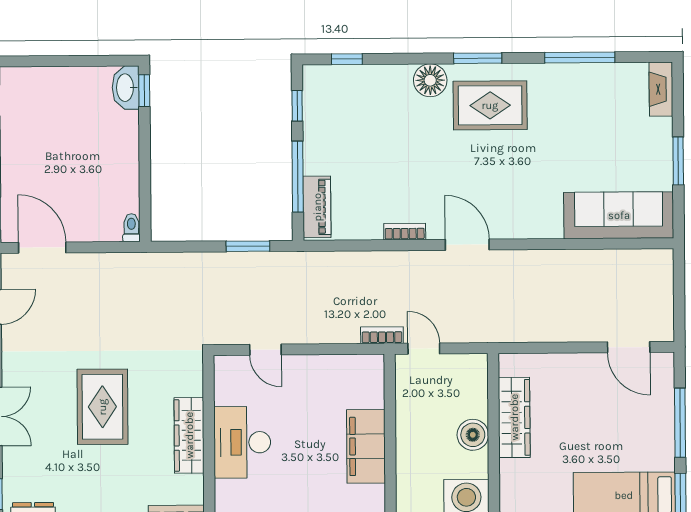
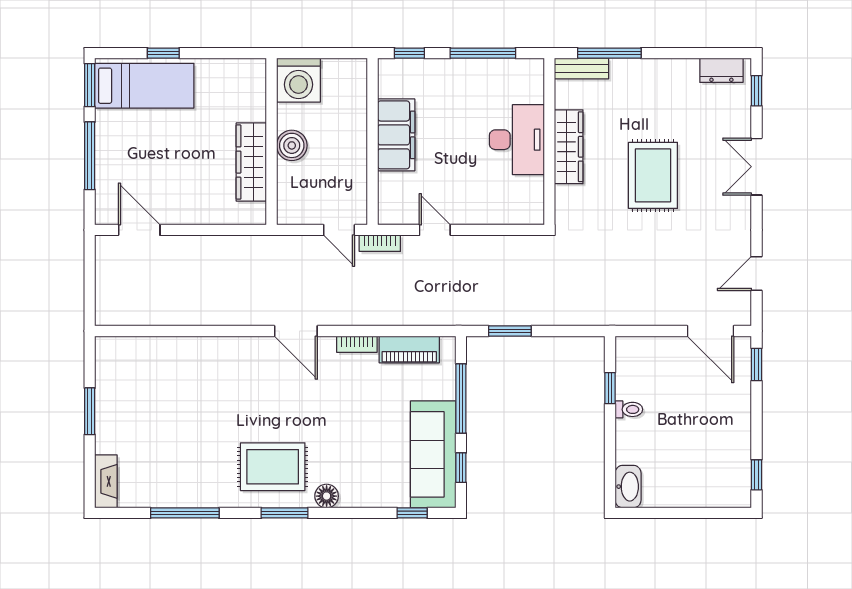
floor lamp: (430, 80) -> (327, 496), width x0.73, depth x0.73
window: (144, 91) -> (610, 388), moved
piano: (317, 207) -> (409, 349), moved, turned -90
sofa: (619, 215) -> (433, 454), moved, turned 90
toilet: (131, 228) -> (629, 409), moved, turned -90
door: (265, 350) -> (435, 230), moved

